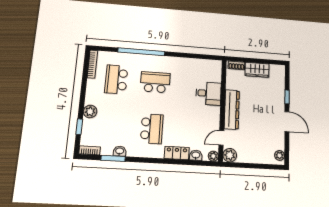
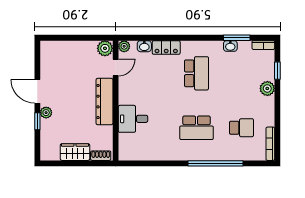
school desk: (116, 79) -> (242, 128), width x0.54
school desk: (152, 129) -> (197, 73), turned 180
plant: (280, 155) -> (46, 113), moved

